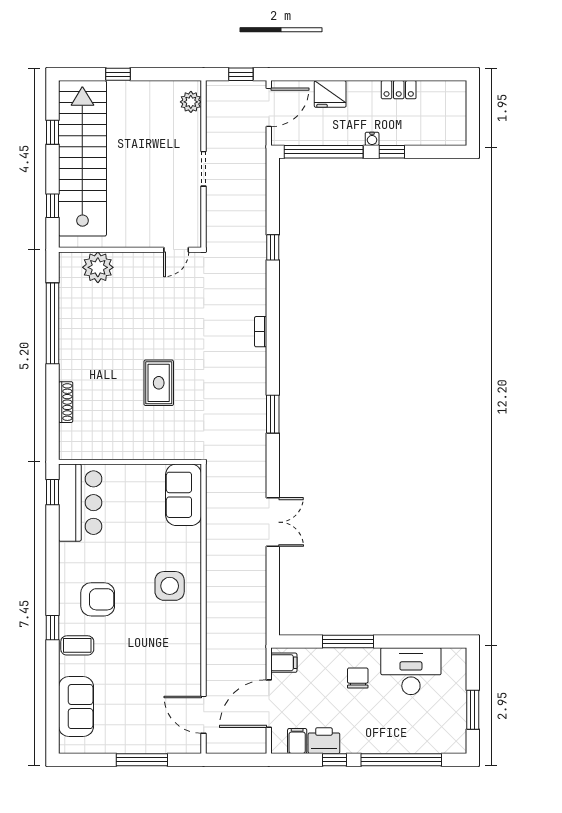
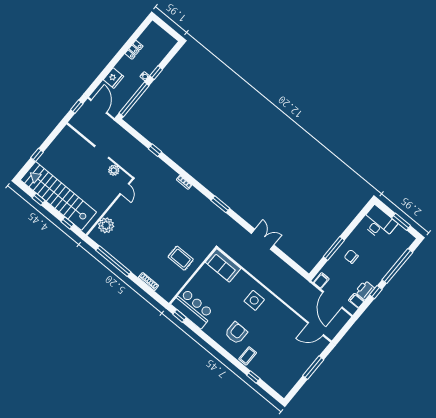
plant: (191, 102) -> (114, 170), moved
rug: (159, 383) -> (181, 258), moved
window: (53, 628) -> (253, 377), moved
desk: (411, 671) -> (379, 223), moved, turned 90
sofa: (76, 707) -> (271, 376), removed

